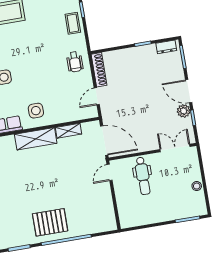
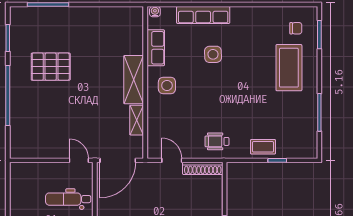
pallet: (50, 222) -> (51, 67), moved, turned 90

